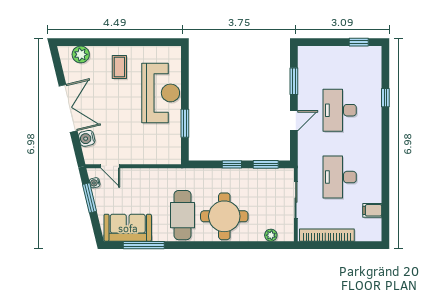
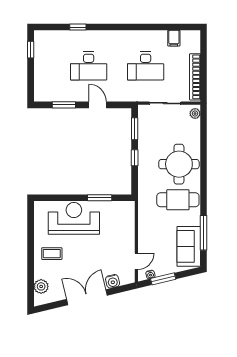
plant: (271, 235) -> (195, 114), moved

